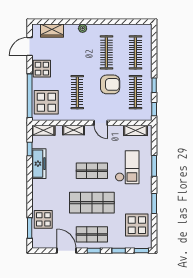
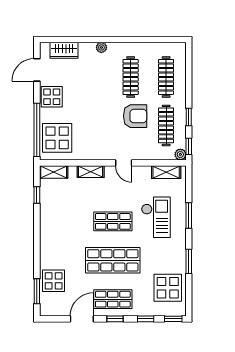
clothes rail: (77, 92) -> (95, 125), removed
plant: (147, 116) -> (180, 154), added
freezer: (39, 164) -> (48, 213), removed
door: (67, 251) -> (82, 319), hinge flipped

